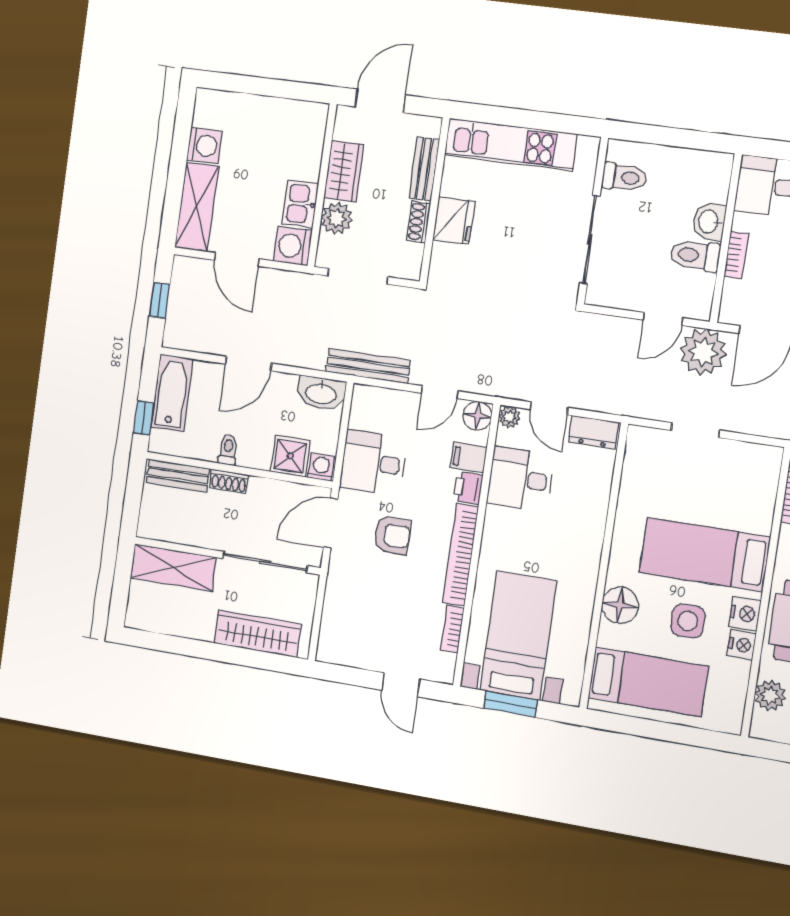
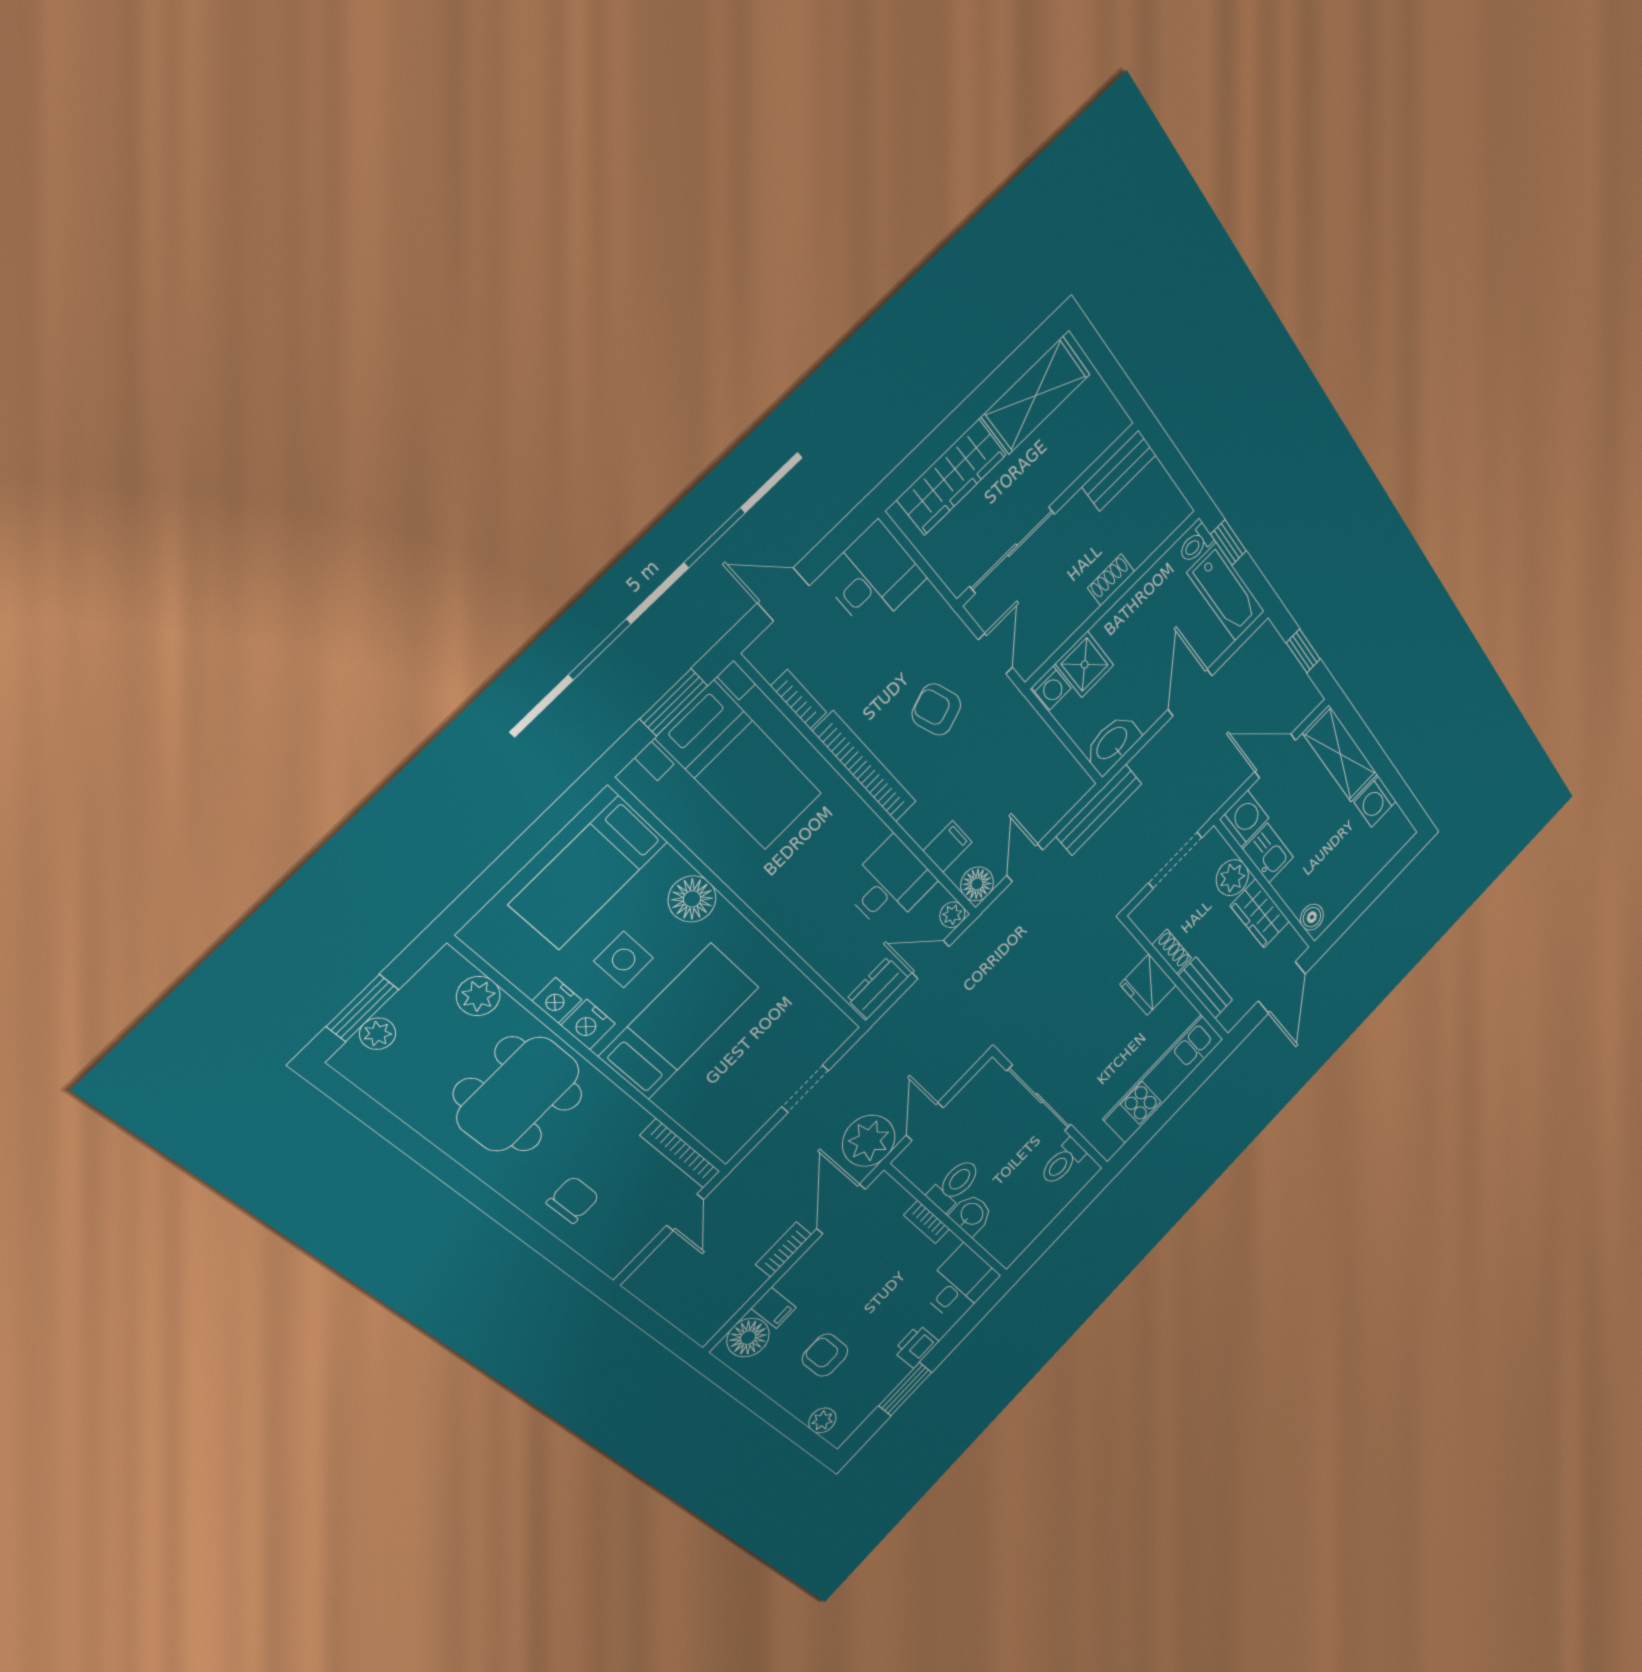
boiler: (315, 123) -> (1312, 917), added
toilet: (228, 450) -> (1196, 544), moved, turned 90
desk: (373, 463) -> (874, 577), moved
bench: (178, 476) -> (1119, 471), moved
printer: (468, 488) -> (921, 824), removed
door: (331, 523) -> (995, 654), width x0.73
armchair: (392, 535) -> (936, 709), turned 71
shelving: (173, 568) -> (1036, 395), moved

